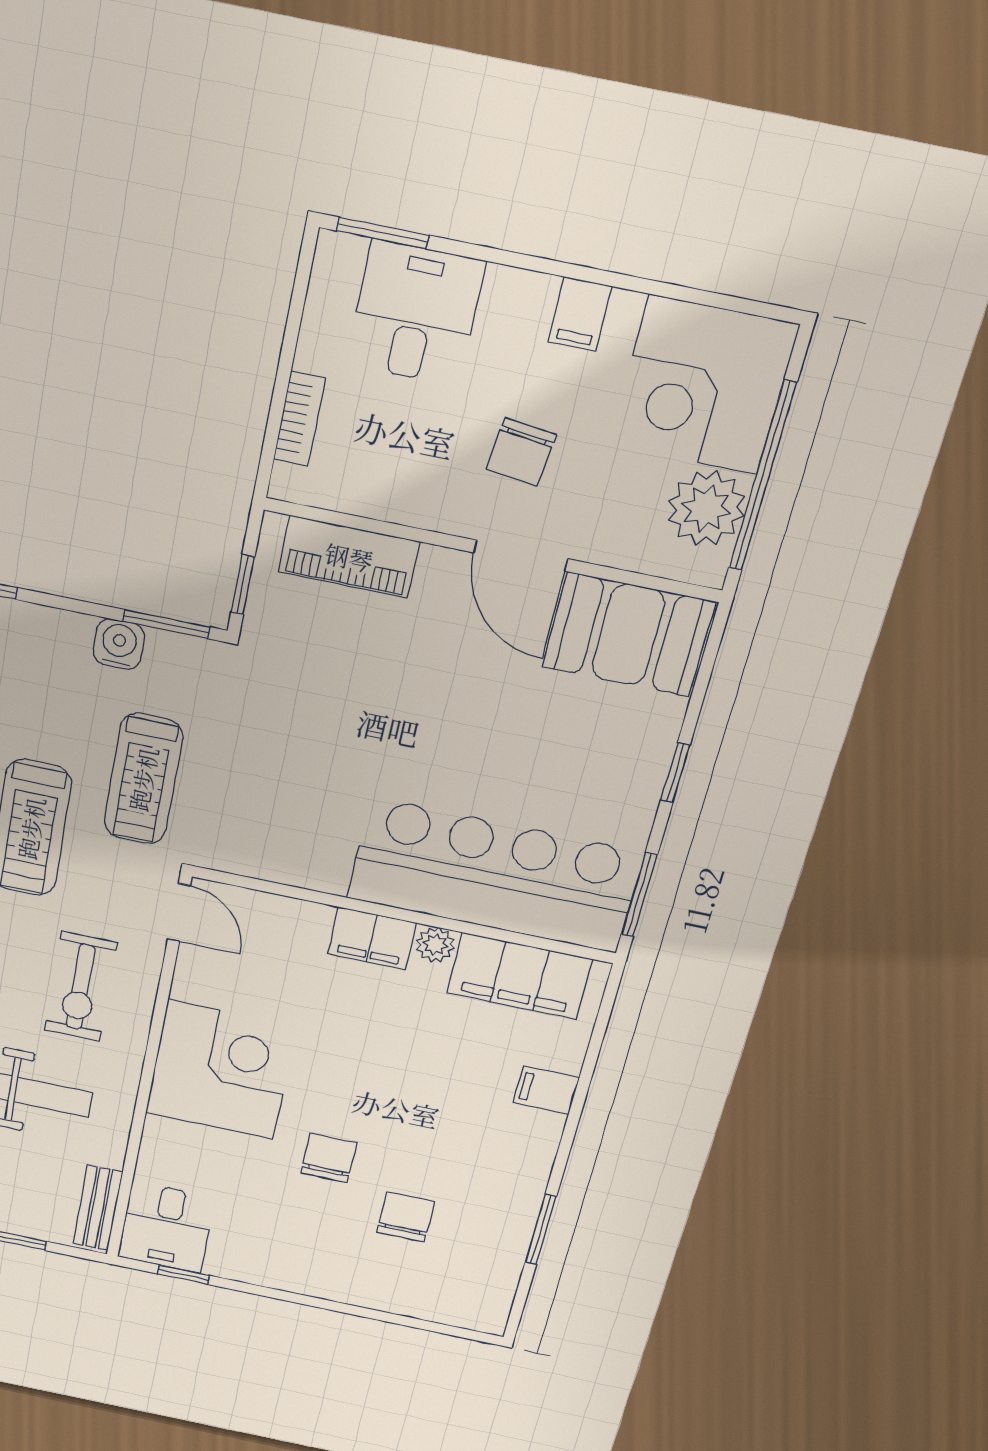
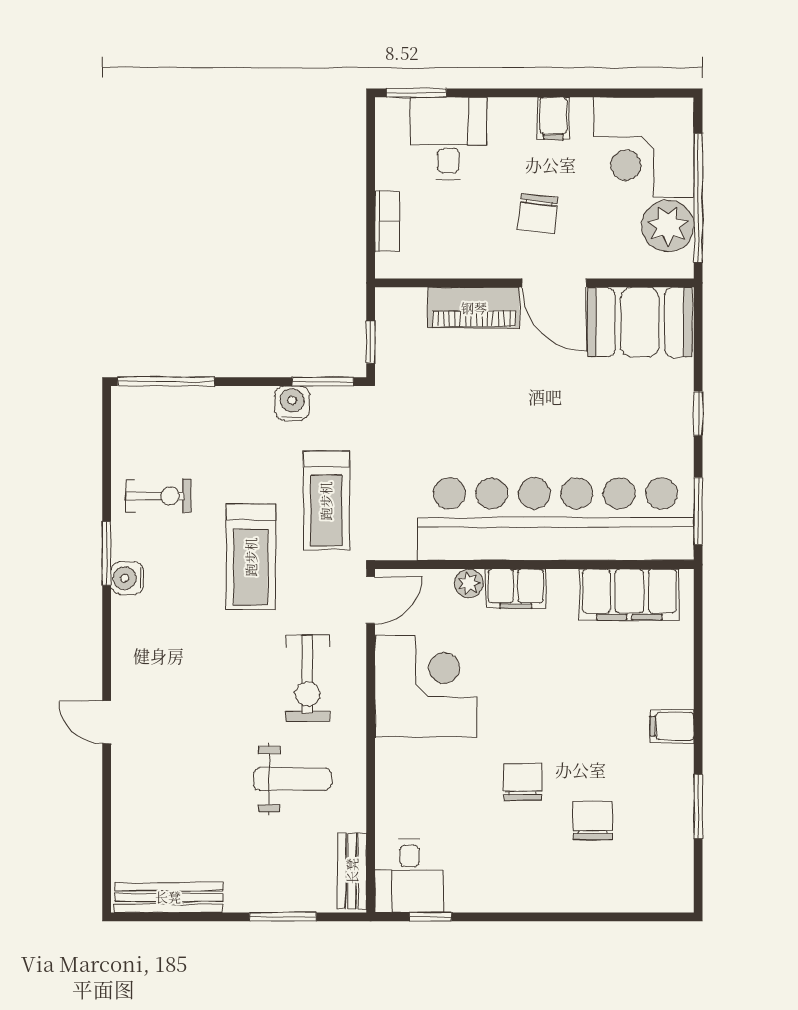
piano: (349, 557) -> (474, 308), moved
bar counter: (494, 875) -> (555, 519), width x1.36
door: (179, 912) -> (371, 600), hinge flipped
plant: (435, 945) -> (469, 583), moved
corner desk: (221, 1070) -> (426, 686), moved
filing cabinet: (546, 1090) -> (672, 726), moved

